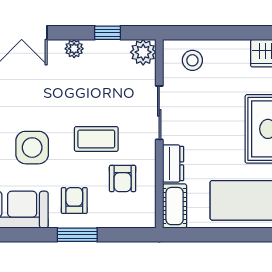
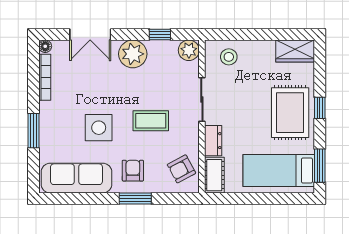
plant: (74, 49) -> (133, 54), width x1.88, depth x1.88
armchair: (123, 179) -> (181, 169), moved, turned 62

